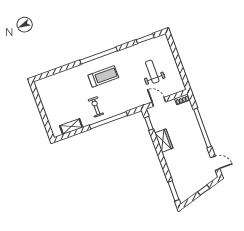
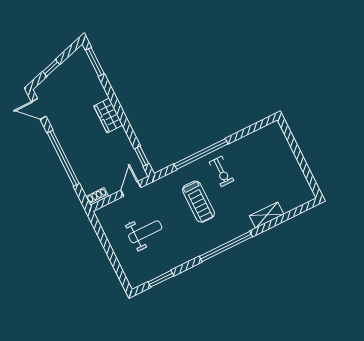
weight bench: (152, 72) -> (145, 232), turned -90
treadmill: (103, 76) -> (198, 202), moved, turned -90
door: (159, 102) -> (131, 189), swing flipped
shelving: (71, 127) -> (267, 215), moved
wardrobe: (164, 141) -> (108, 115), moved

